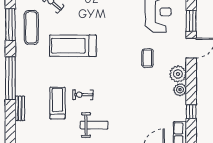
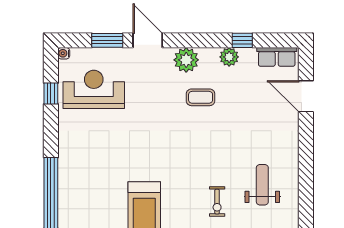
coffee table: (147, 58) -> (201, 97), moved
plant: (180, 90) -> (229, 57), moved

